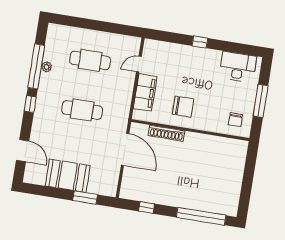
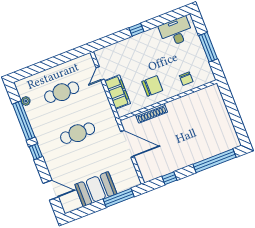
plant: (47, 67) -> (26, 101), moved
chair: (235, 120) -> (186, 79), moved
window: (85, 198) -> (119, 198), width x1.44

